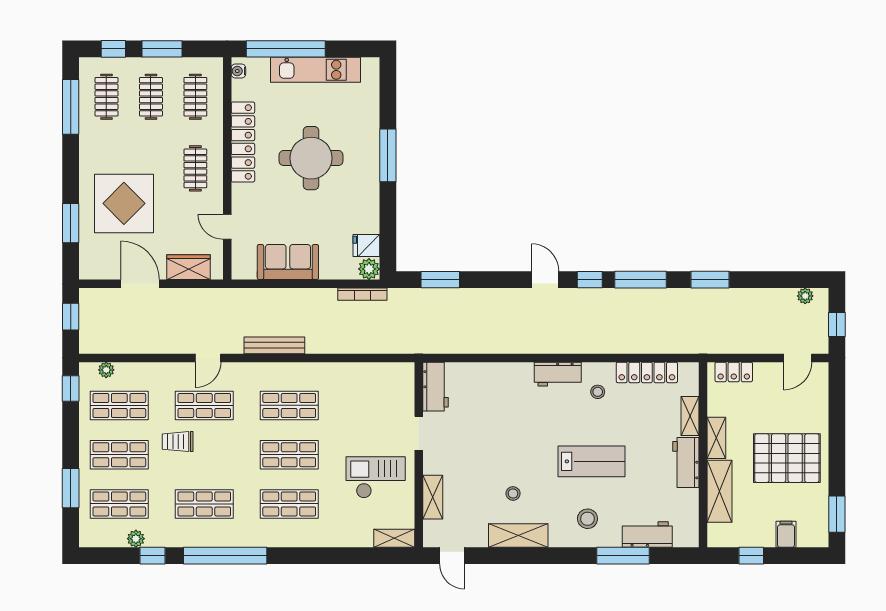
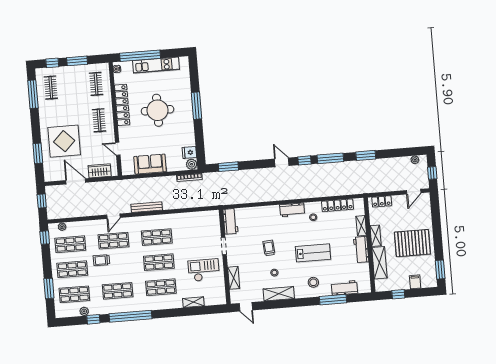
clothes rail: (151, 97) -> (73, 86), removed
trolley: (506, 445) -> (269, 248), added
shelving: (394, 538) -> (193, 302), moved

